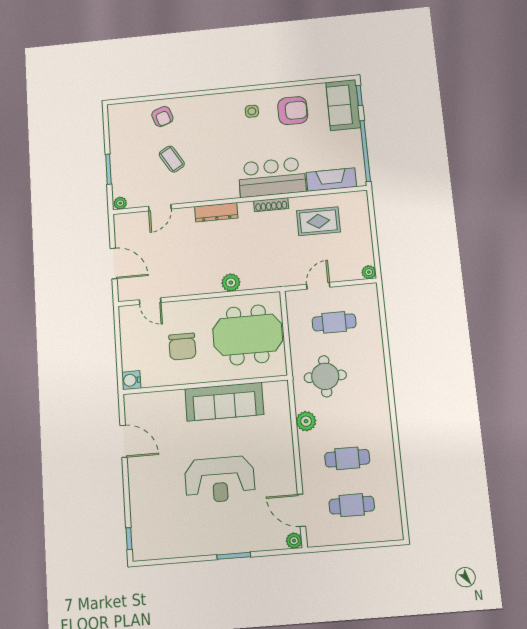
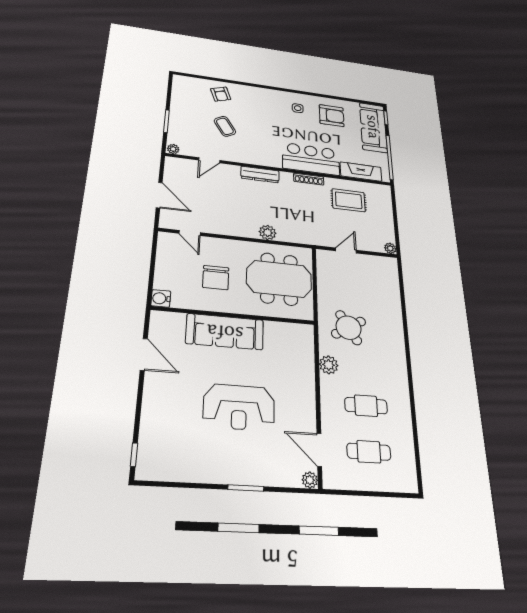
sofa: (343, 105) -> (373, 127), width x1.36
cafe table: (334, 322) -> (359, 283), removed
round table: (325, 376) -> (349, 328), turned -31
sofa: (224, 402) -> (225, 332), moved

